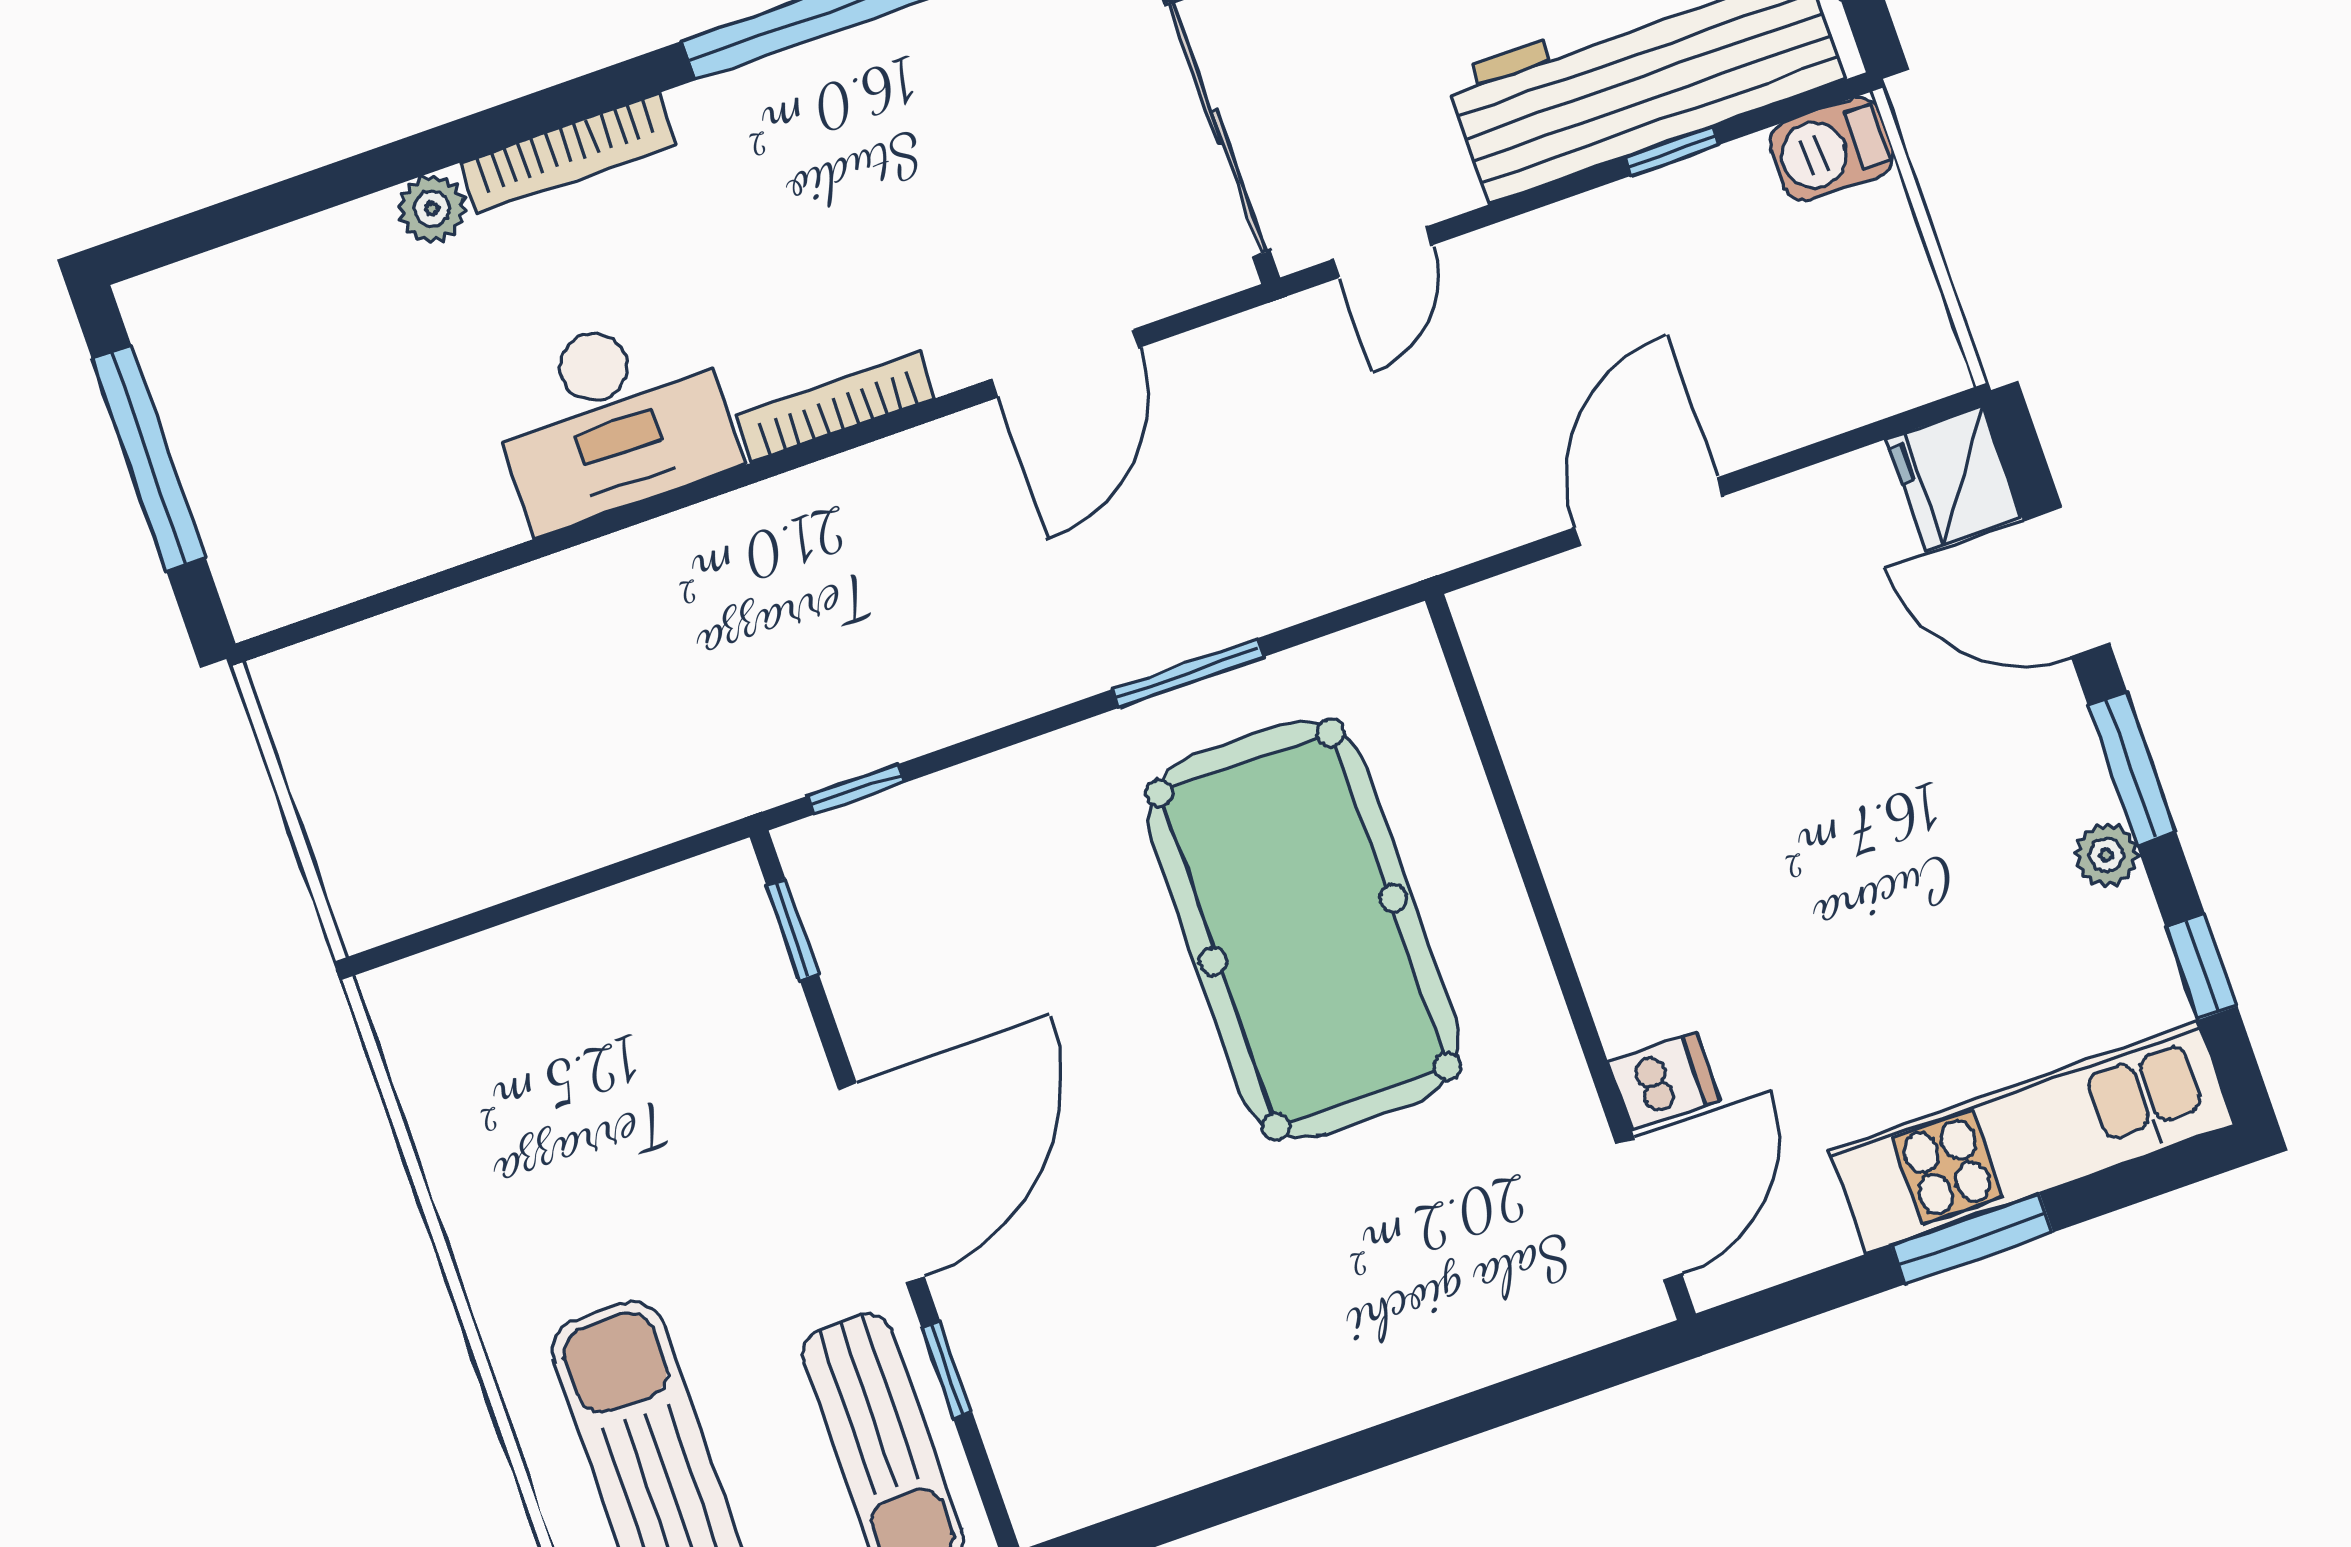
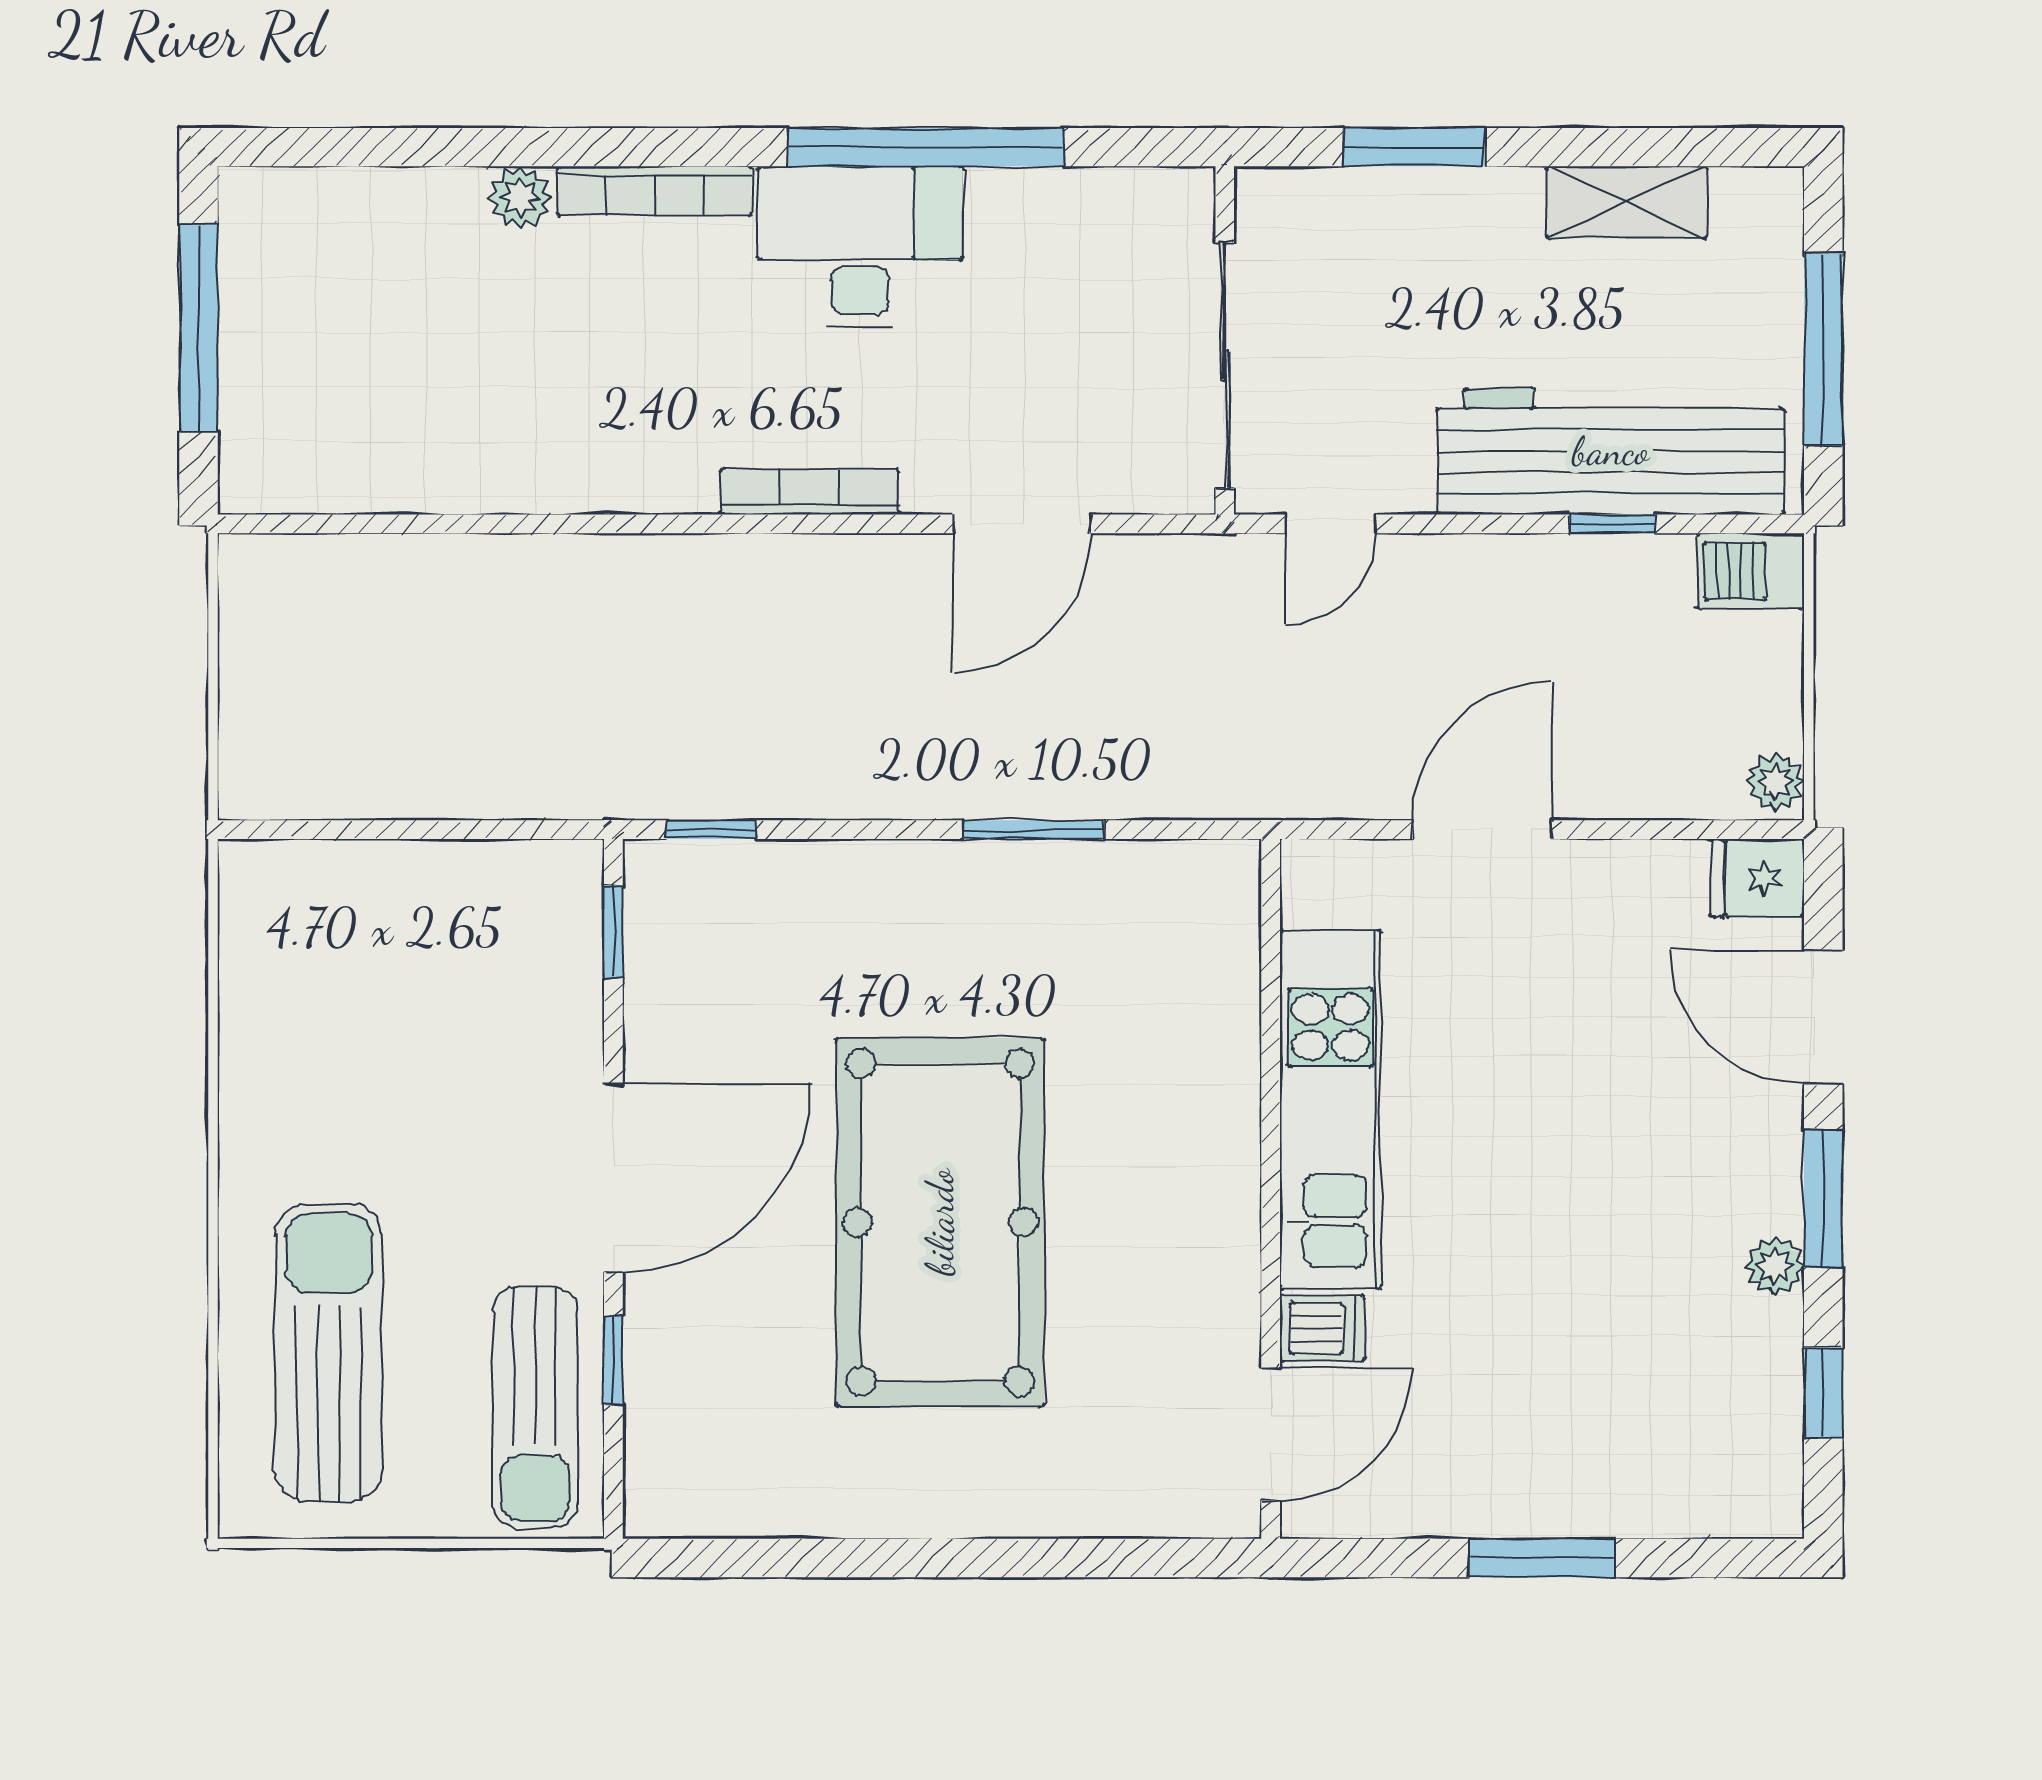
plant: (1933, 357) -> (1775, 782), added
desk: (612, 419) -> (860, 247), moved, turned 180
fridge: (1954, 478) -> (1757, 878), width x0.72
pool table: (1303, 930) -> (940, 1222), moved
kitchen unit: (2032, 1137) -> (1330, 1110), moved, turned 90

